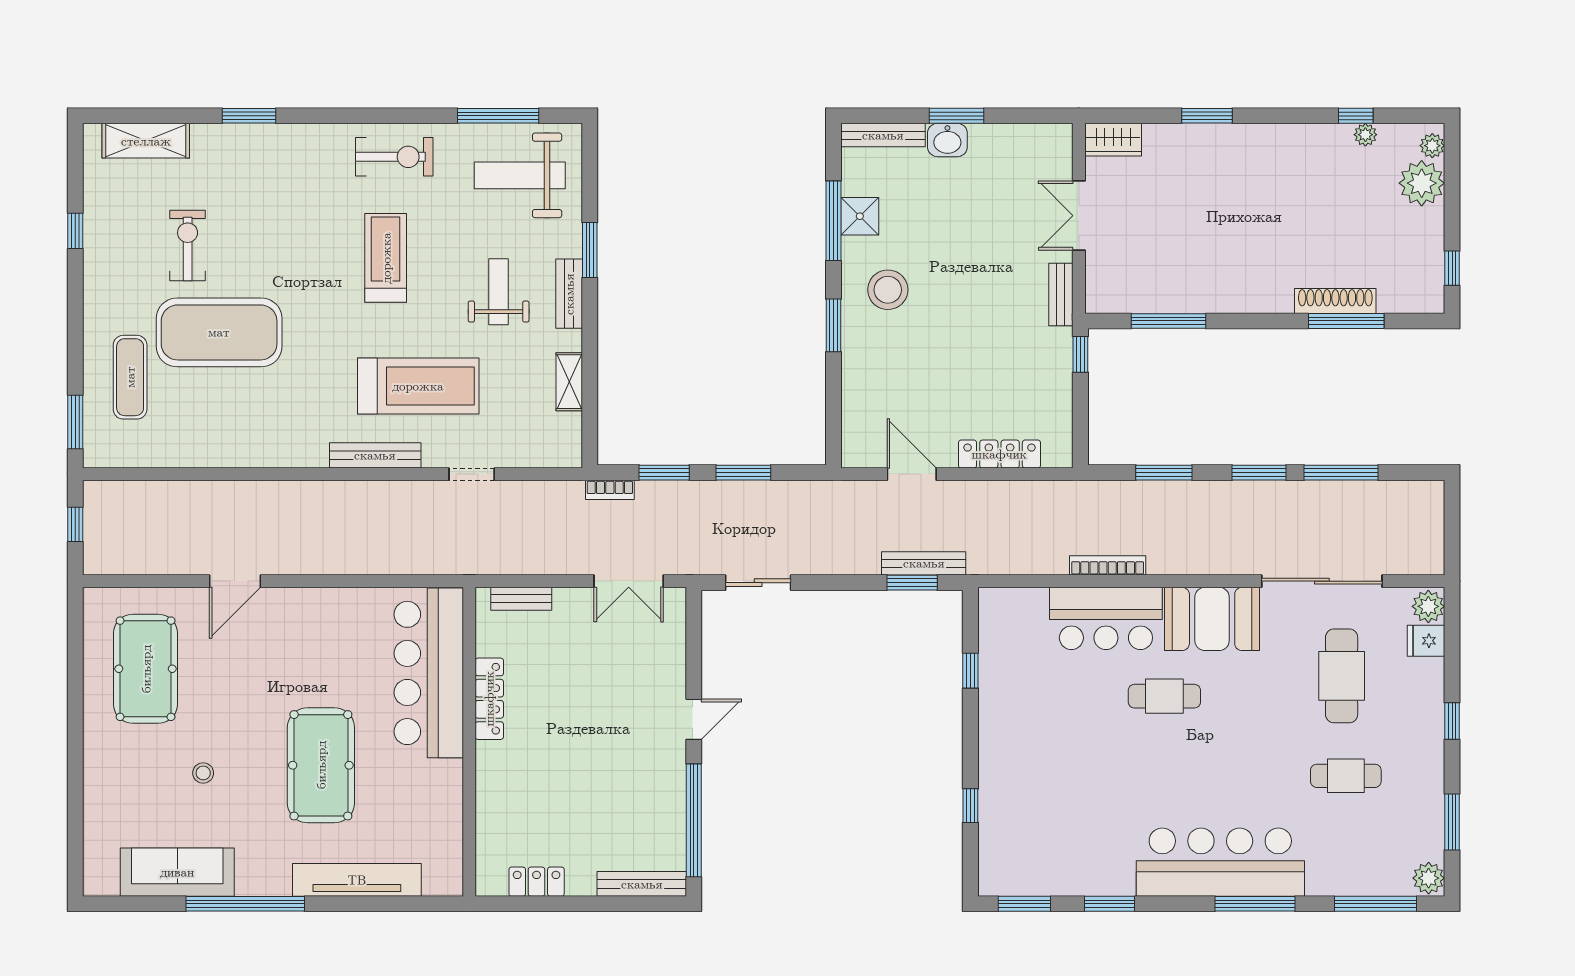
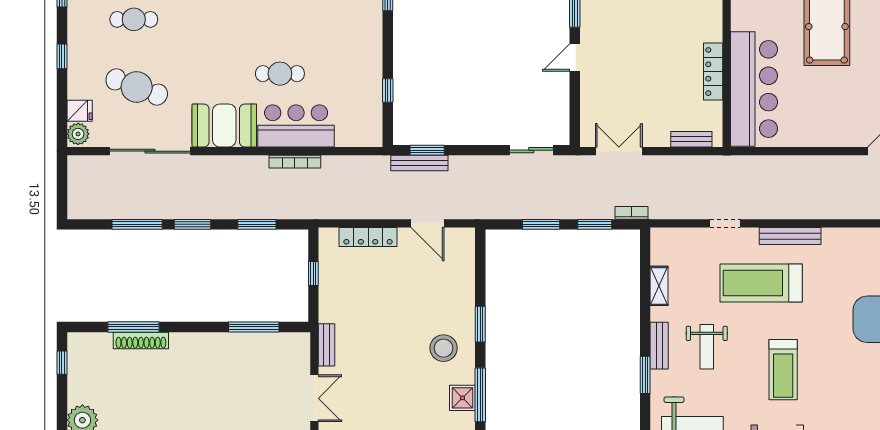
window: (1080, 354) -> (313, 273), moved
cafe table: (1342, 676) -> (137, 87), turned -70
cafe table: (1164, 696) -> (280, 74), moved

